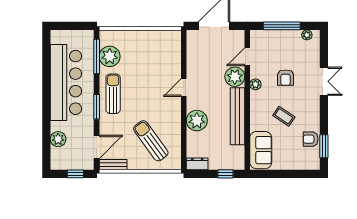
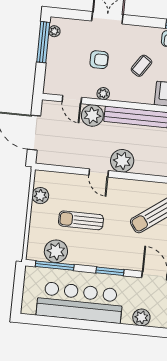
window: (282, 26) -> (43, 42), moved
plant: (158, 37) -> (40, 196), added
sun lounger: (113, 94) -> (81, 220), moved
plant: (197, 121) -> (122, 161), moved

